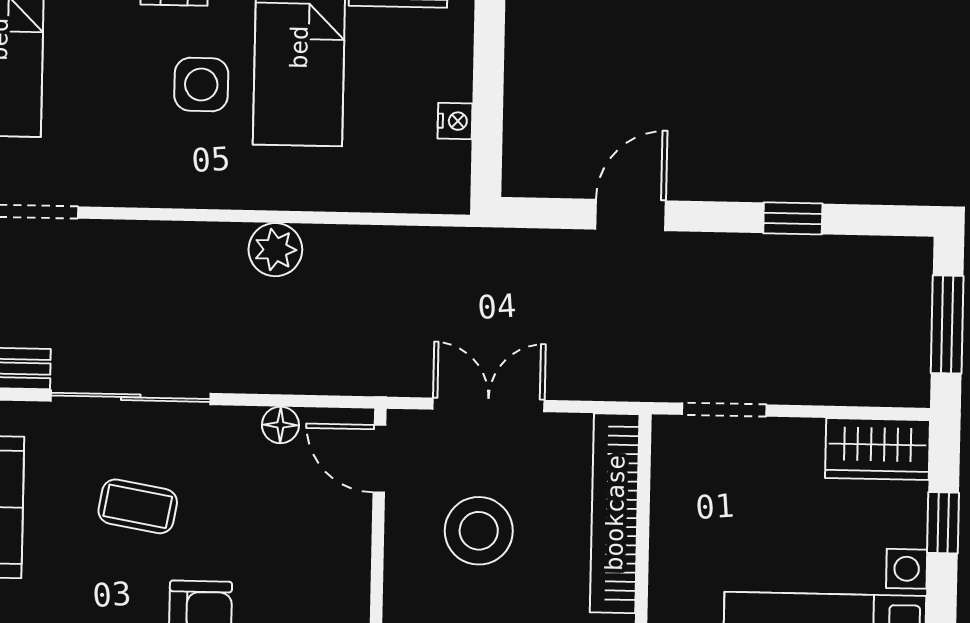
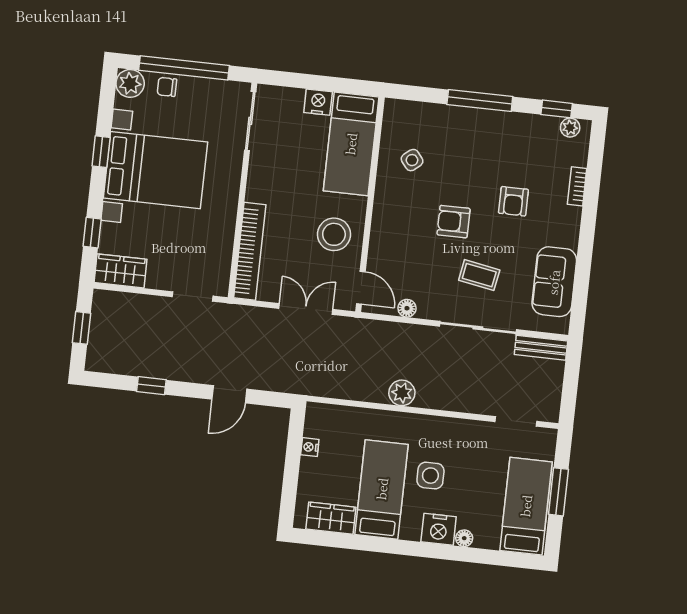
window: (947, 324) -> (82, 328), width x0.67
double door: (489, 405) -> (306, 309), swing flipped
stool: (479, 531) -> (334, 234), moved

